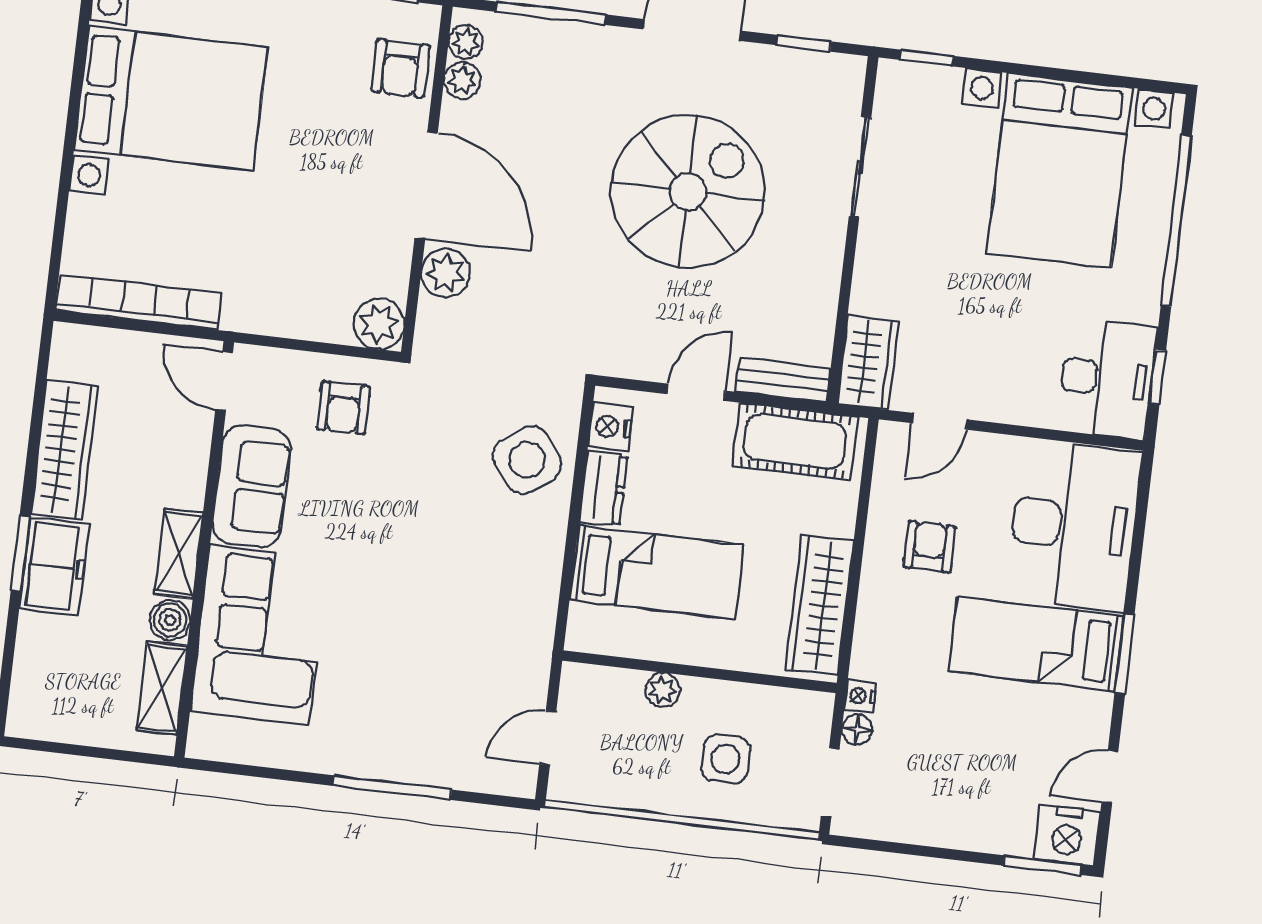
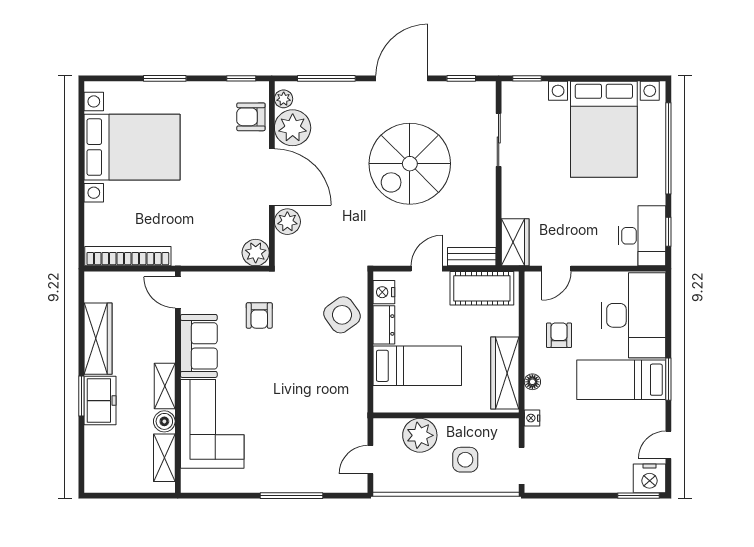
armchair: (401, 68) -> (251, 117), turned 90
plant: (462, 80) -> (293, 128), width x1.87, depth x1.87
spiral stairs: (688, 192) -> (410, 164), turned 180
armchair: (343, 408) -> (259, 315), moved
plant: (663, 690) -> (420, 435), width x1.88, depth x1.88
floor lamp: (857, 730) -> (532, 382), moved

